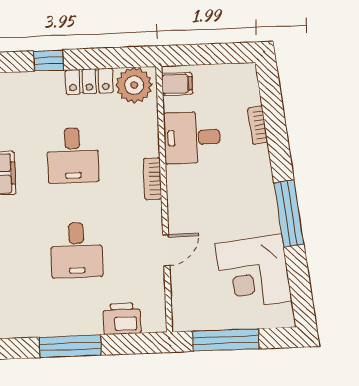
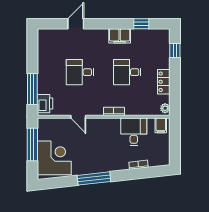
window: (49, 60) -> (175, 50), moved
plant: (134, 85) -> (165, 108), width x0.53, depth x0.53
corner desk: (253, 272) -> (54, 158), moved, turned 96
printer: (122, 319) -> (45, 104), moved
window: (70, 346) -> (32, 89), moved

